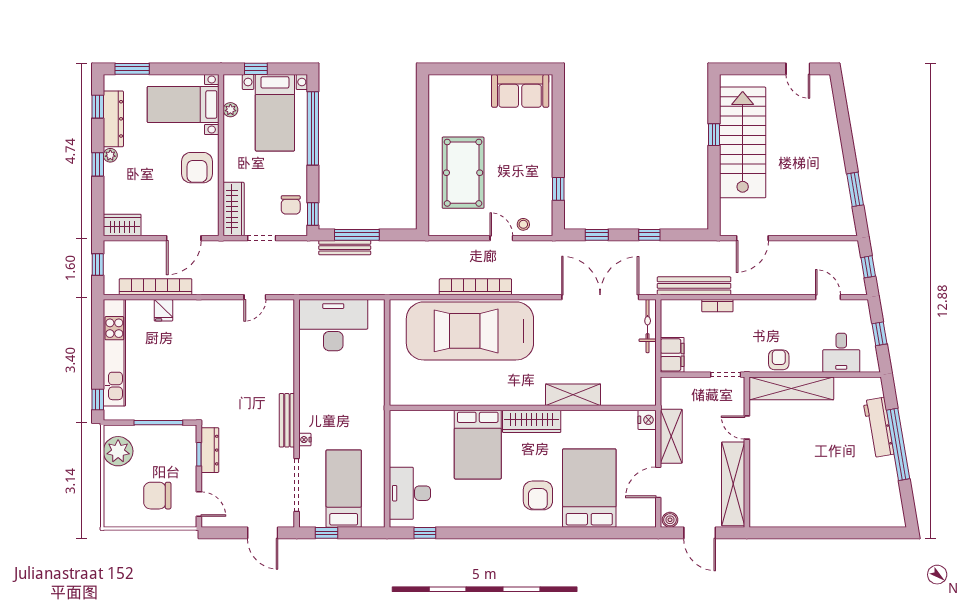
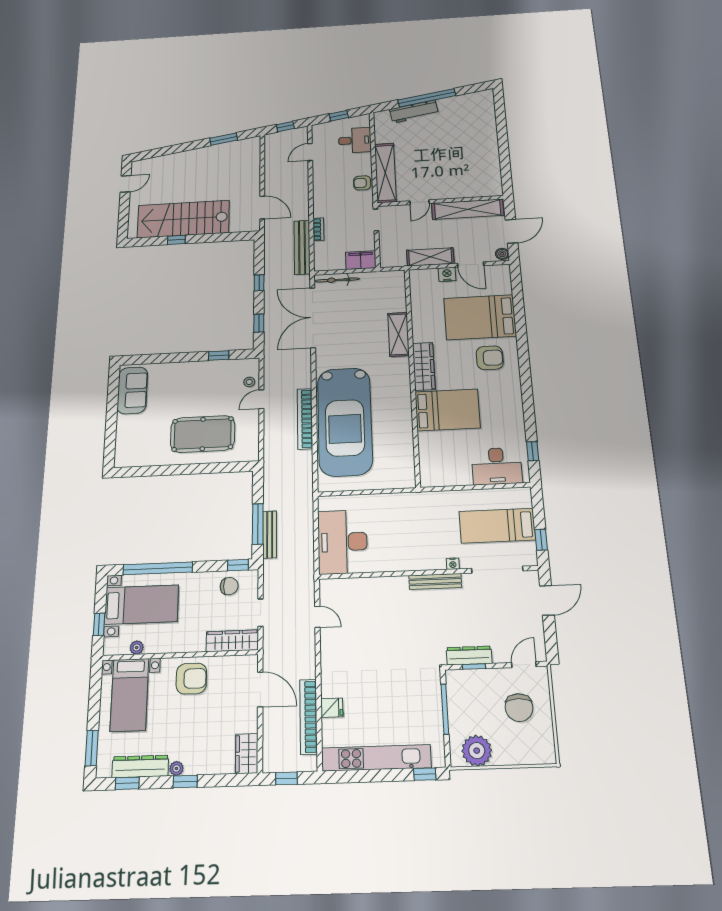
nightstand: (647, 420) -> (447, 274), moved

